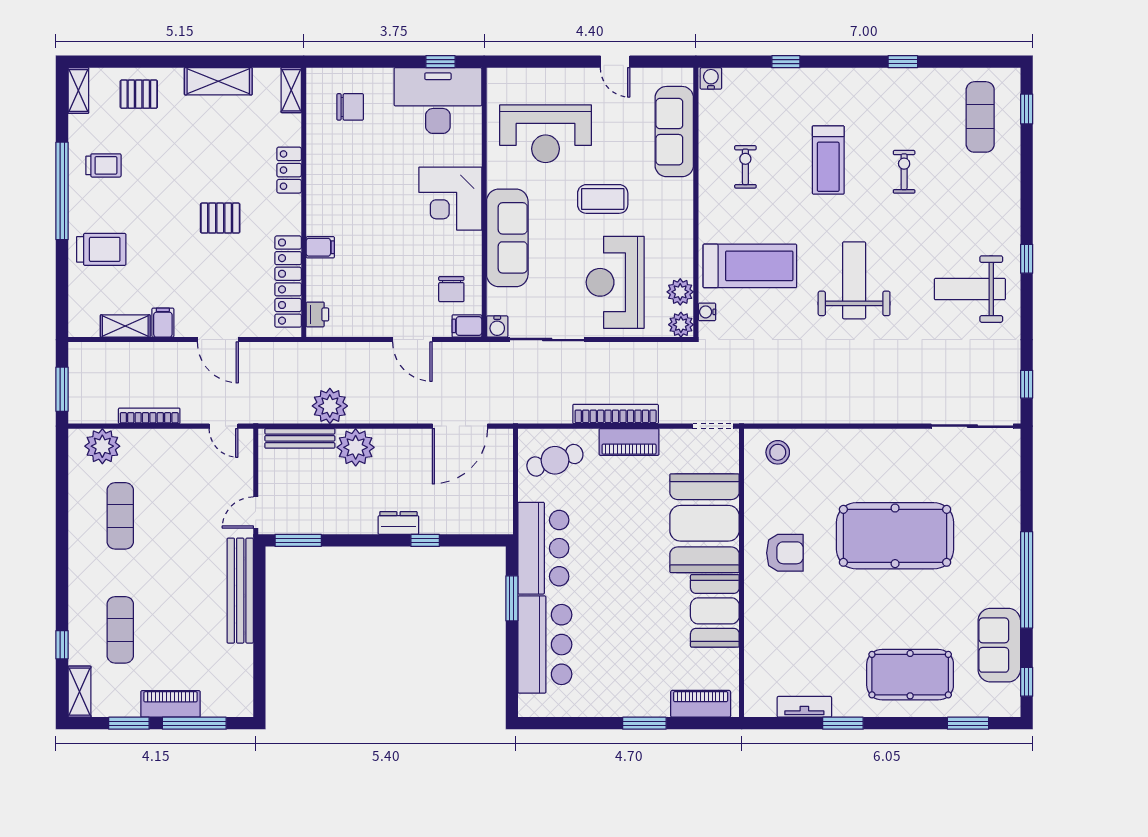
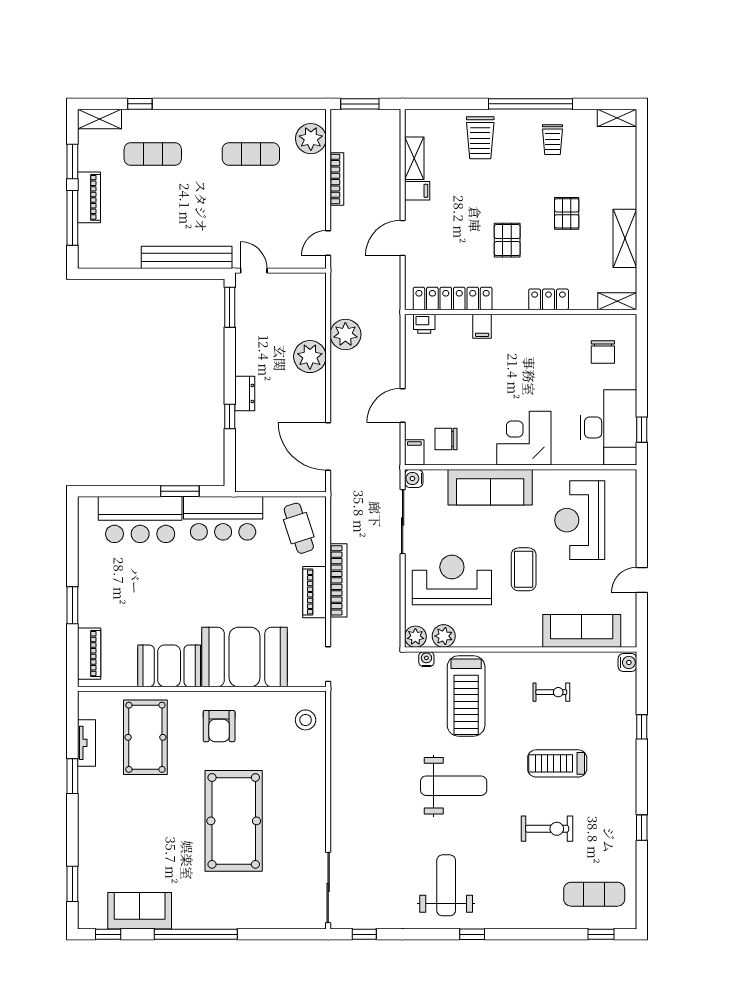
pallet: (139, 94) -> (567, 213), moved
exercise bike: (904, 172) -> (547, 829), width x1.38, depth x1.39
bench: (300, 438) -> (318, 309), removed
pool table: (910, 675) -> (145, 737), moved

